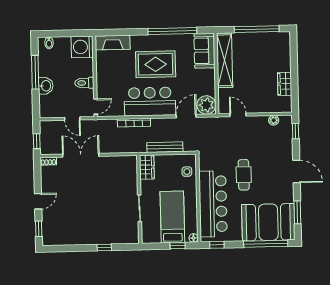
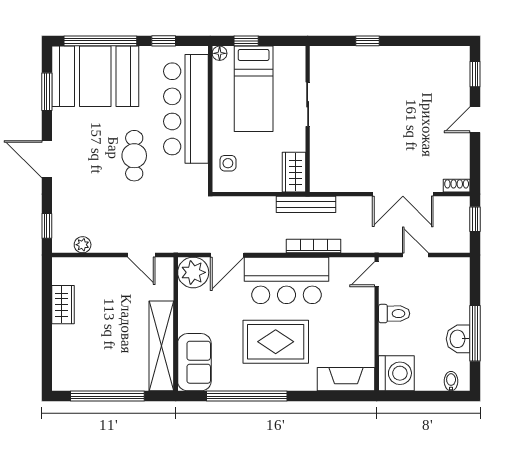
washbasin: (46, 86) -> (458, 339), moved
bench: (165, 147) -> (306, 204), moved
window: (217, 245) -> (164, 41), moved

